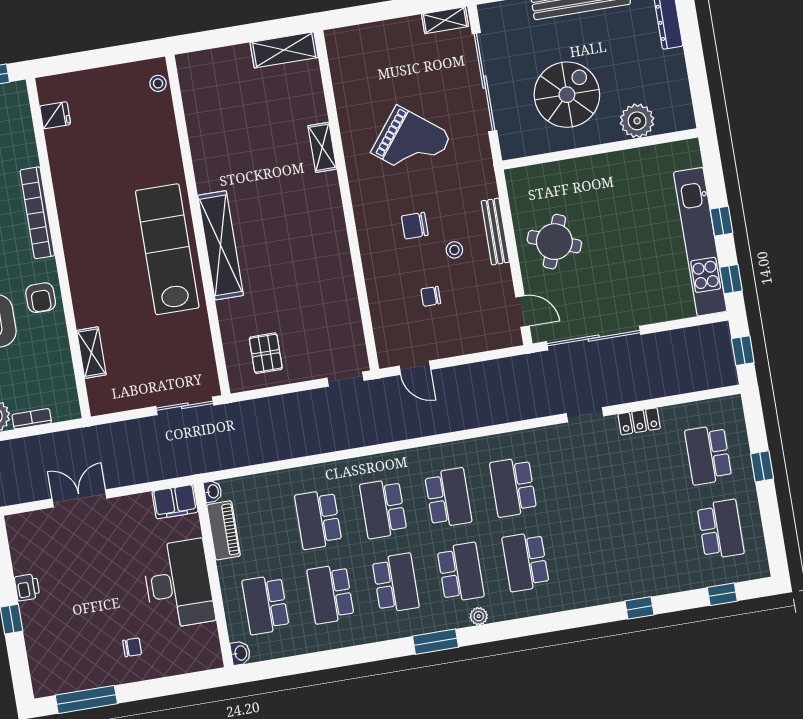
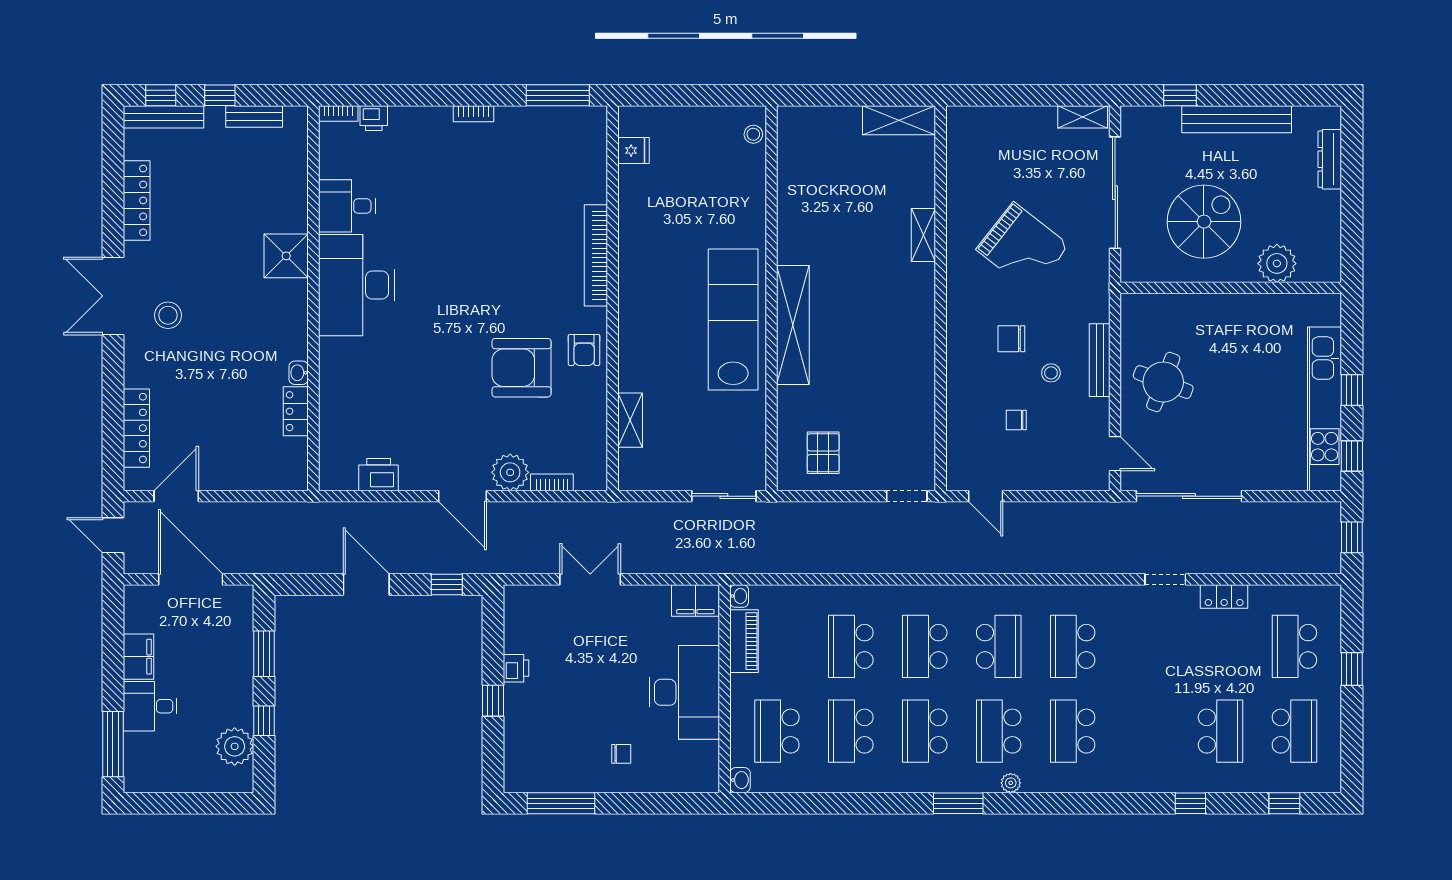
school desk: (656, 540) -> (1220, 731), added
school desk: (461, 572) -> (999, 731), turned 180
school desk: (396, 583) -> (925, 731), turned 180

